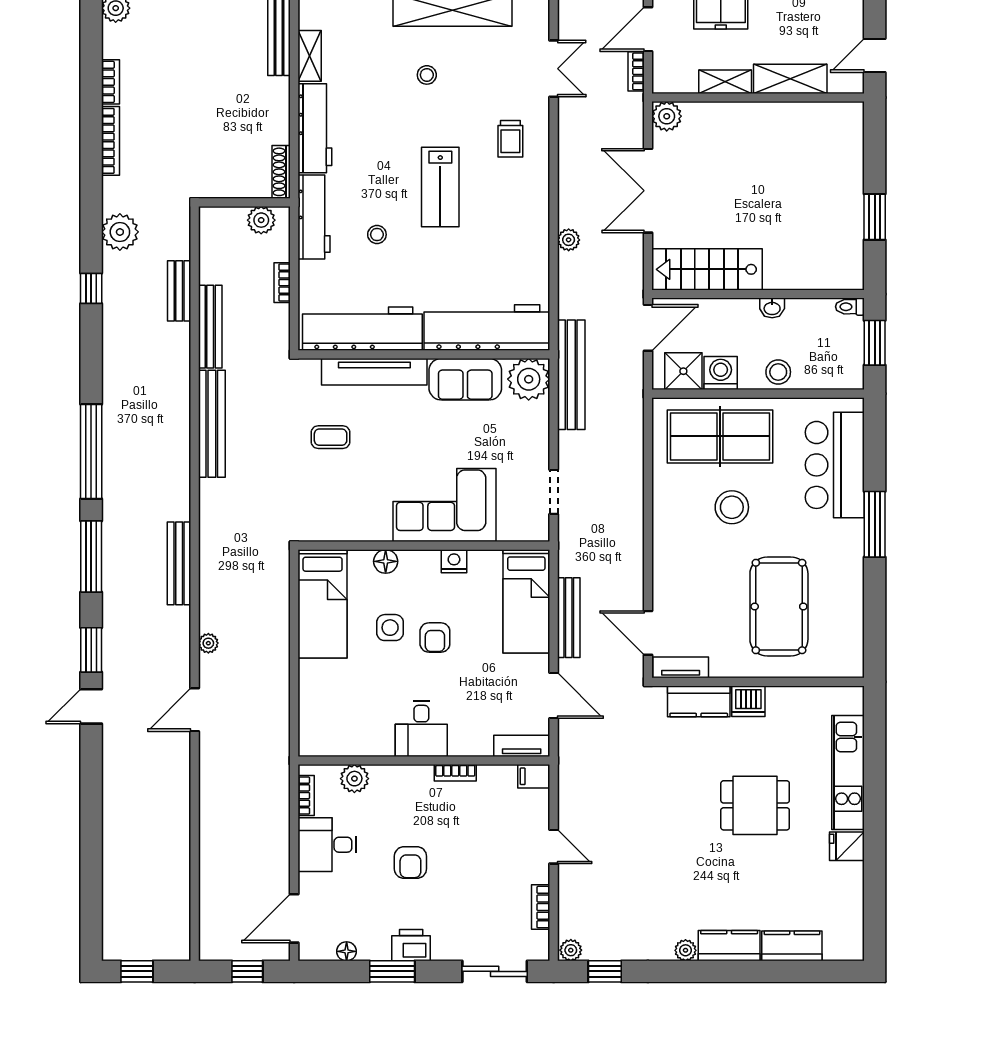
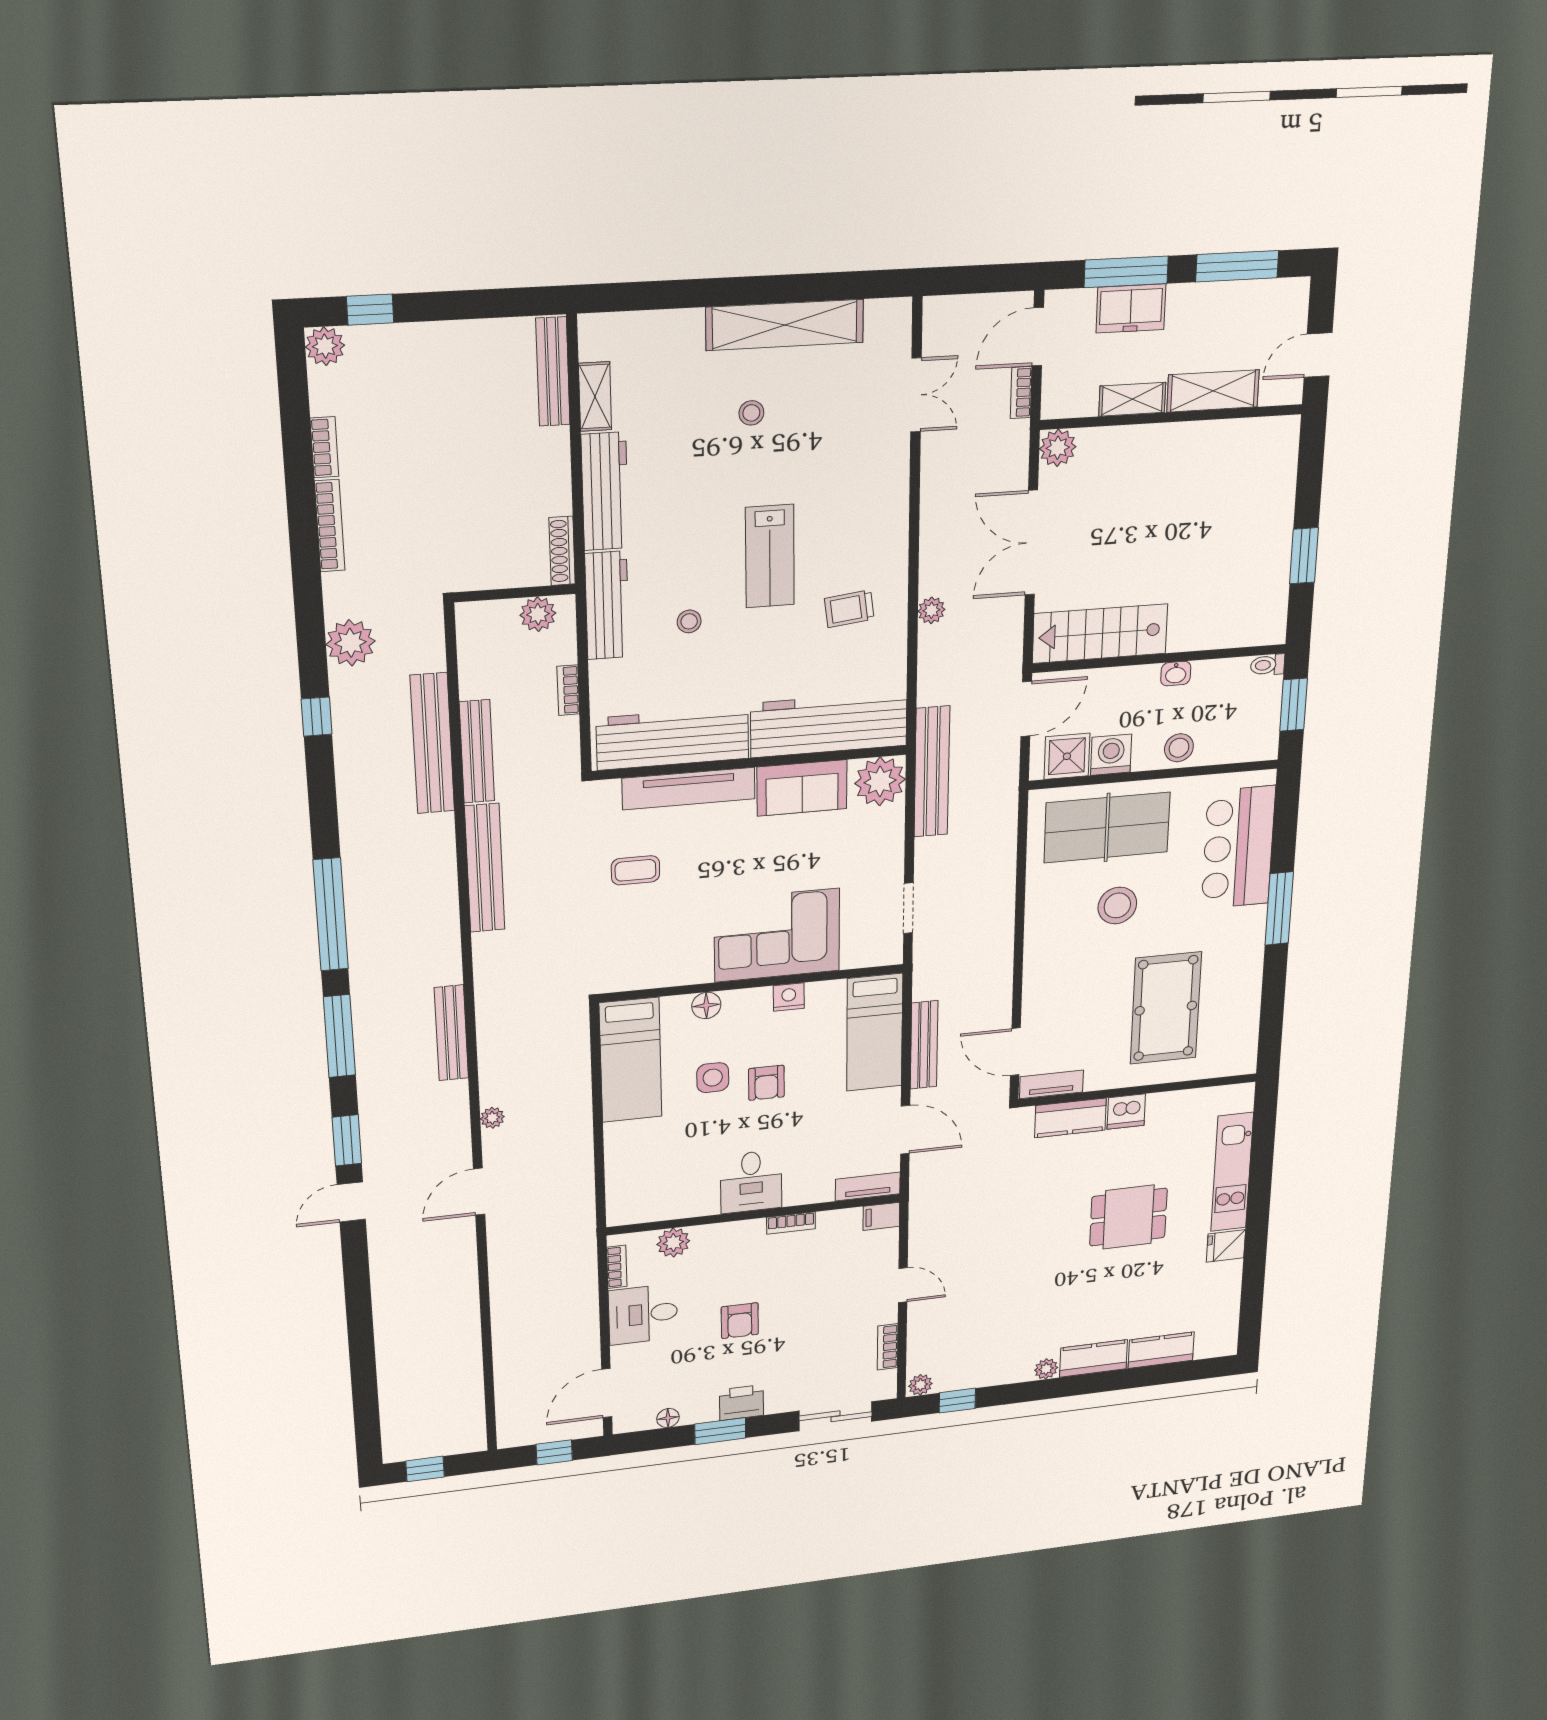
trolley: (510, 139) -> (849, 609), moved, turned 83
bench: (179, 291) -> (432, 743), width x1.86, depth x1.21

